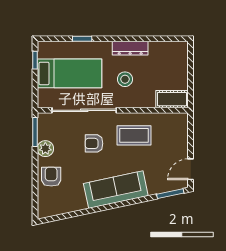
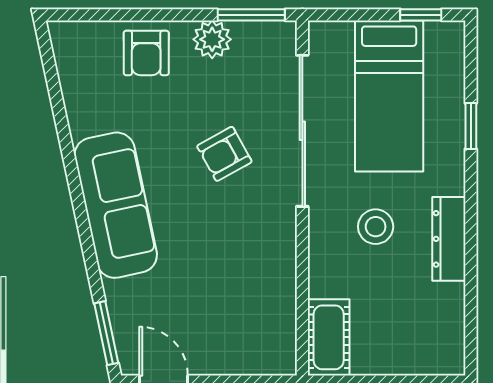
coffee table: (134, 135) -> (243, 248), removed
armchair: (94, 143) -> (224, 154), turned -119
armchair: (51, 177) -> (146, 53), turned 90

